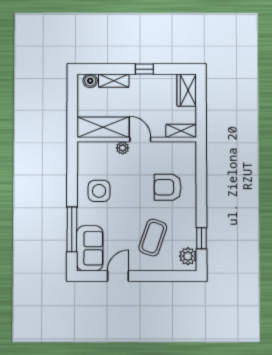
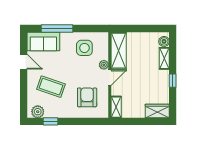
shelving: (103, 127) -> (119, 51), moved
shelving: (181, 131) -> (116, 107), moved
wall: (137, 140) -> (110, 75), moved
door: (140, 140) -> (110, 78), moved
plant: (123, 148) -> (104, 65), moved

